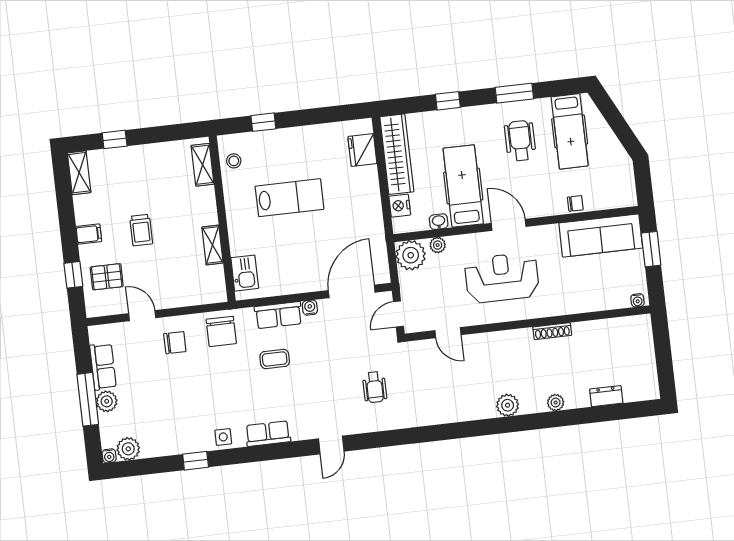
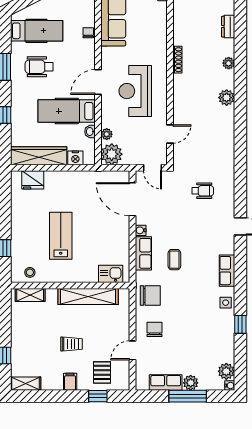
shelving: (213, 245) -> (88, 297), width x2.20, depth x1.33

